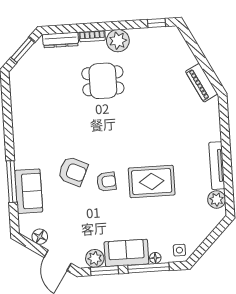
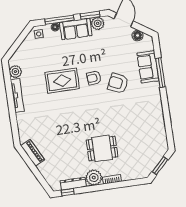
dresser: (61, 40) -> (73, 184), moved

